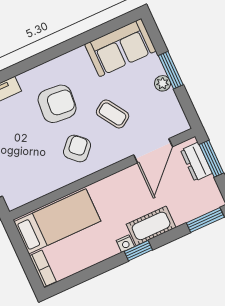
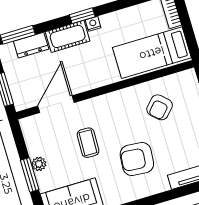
coffee table: (113, 114) -> (88, 143), turned 35
armchair: (77, 148) -> (160, 107), moved
dresser: (196, 162) -> (31, 45), moved, turned 90

